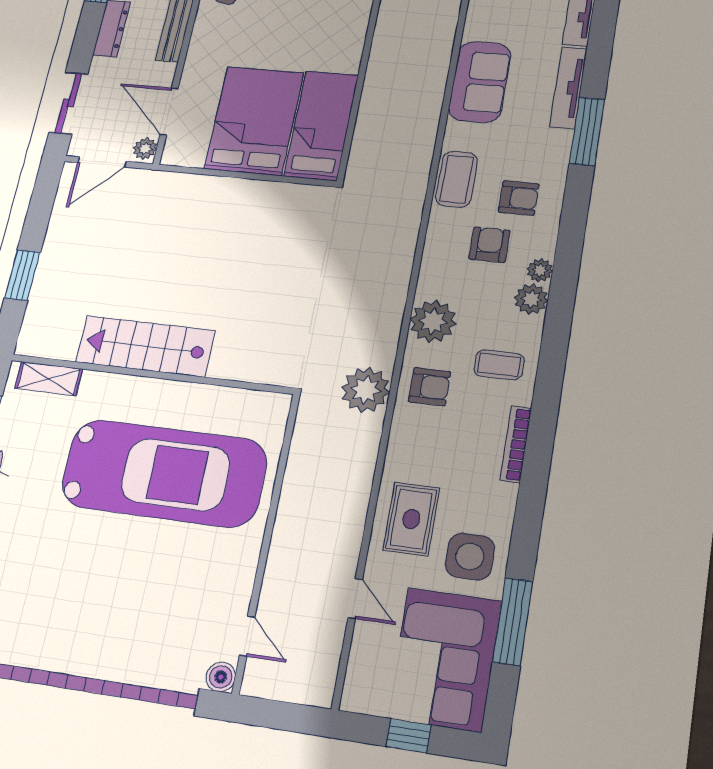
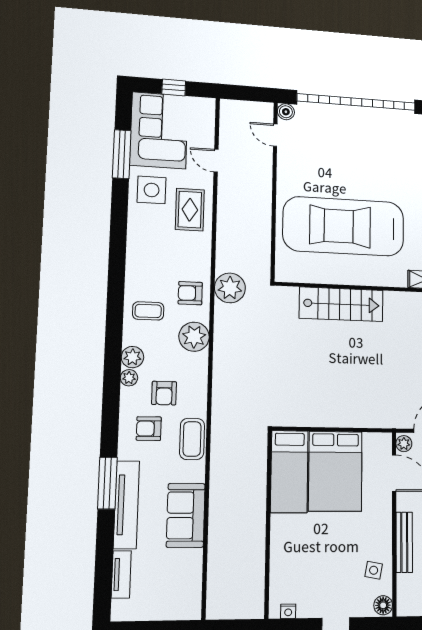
tv unit: (568, 87) -> (126, 505), width x1.36, depth x1.29
stairs: (145, 346) -> (341, 304), moved
bookcase: (516, 444) -> (132, 260), removed

